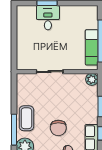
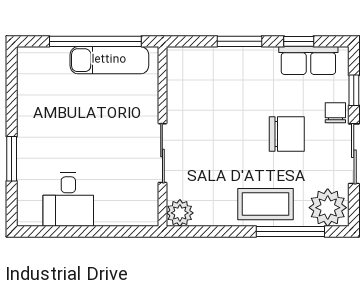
desk: (48, 18) -> (68, 199), moved, turned -90
plant: (92, 79) -> (180, 213), moved

